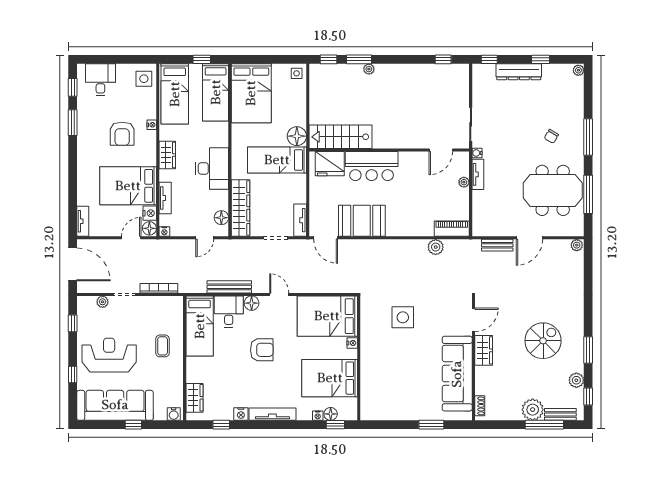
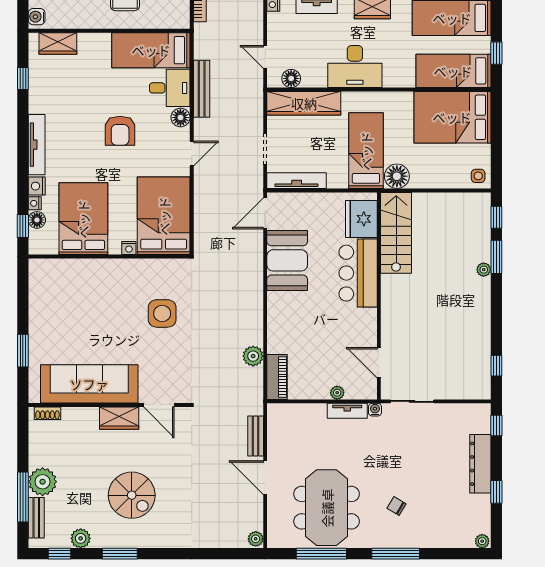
tv unit: (300, 220) -> (297, 181), width x1.41
nightstand: (241, 414) -> (37, 186), moved

